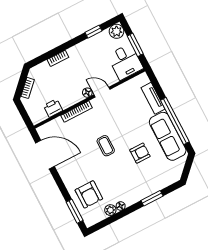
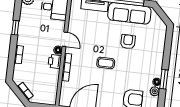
window: (93, 32) -> (15, 28), moved
door: (102, 92) -> (65, 39), swing flipped
printer: (53, 108) -> (55, 61), moved
window: (152, 198) -> (164, 79), moved

